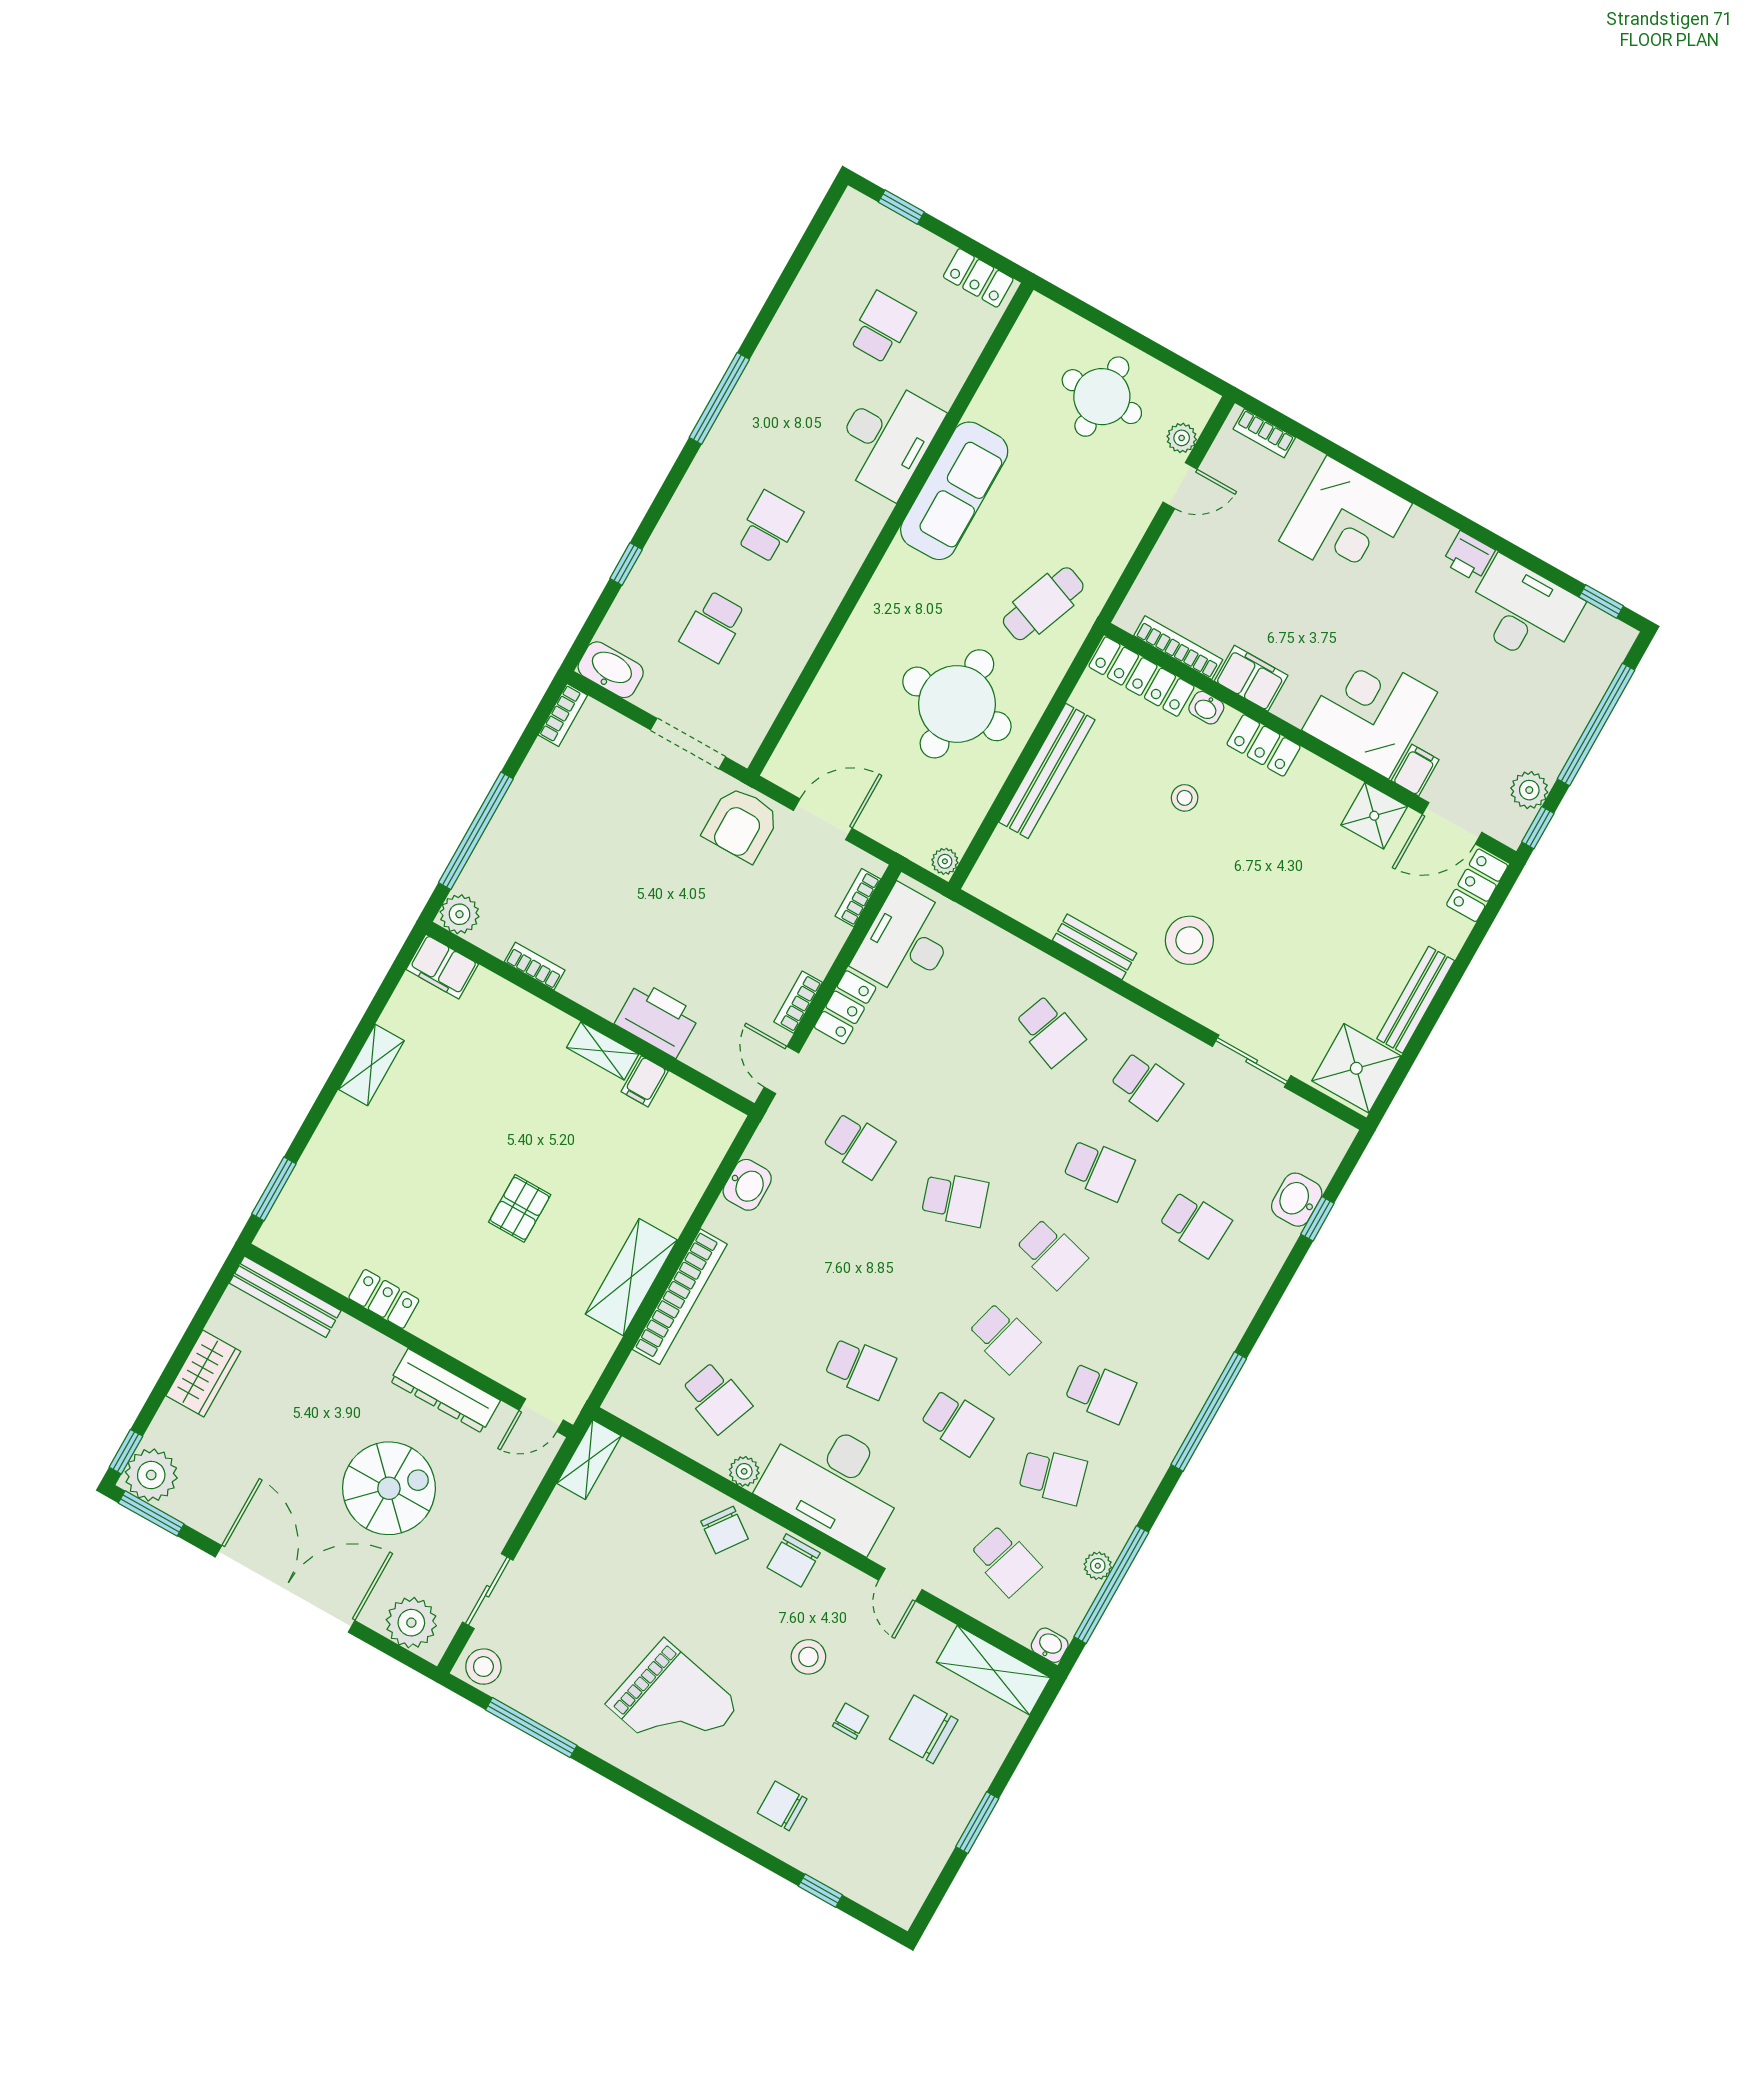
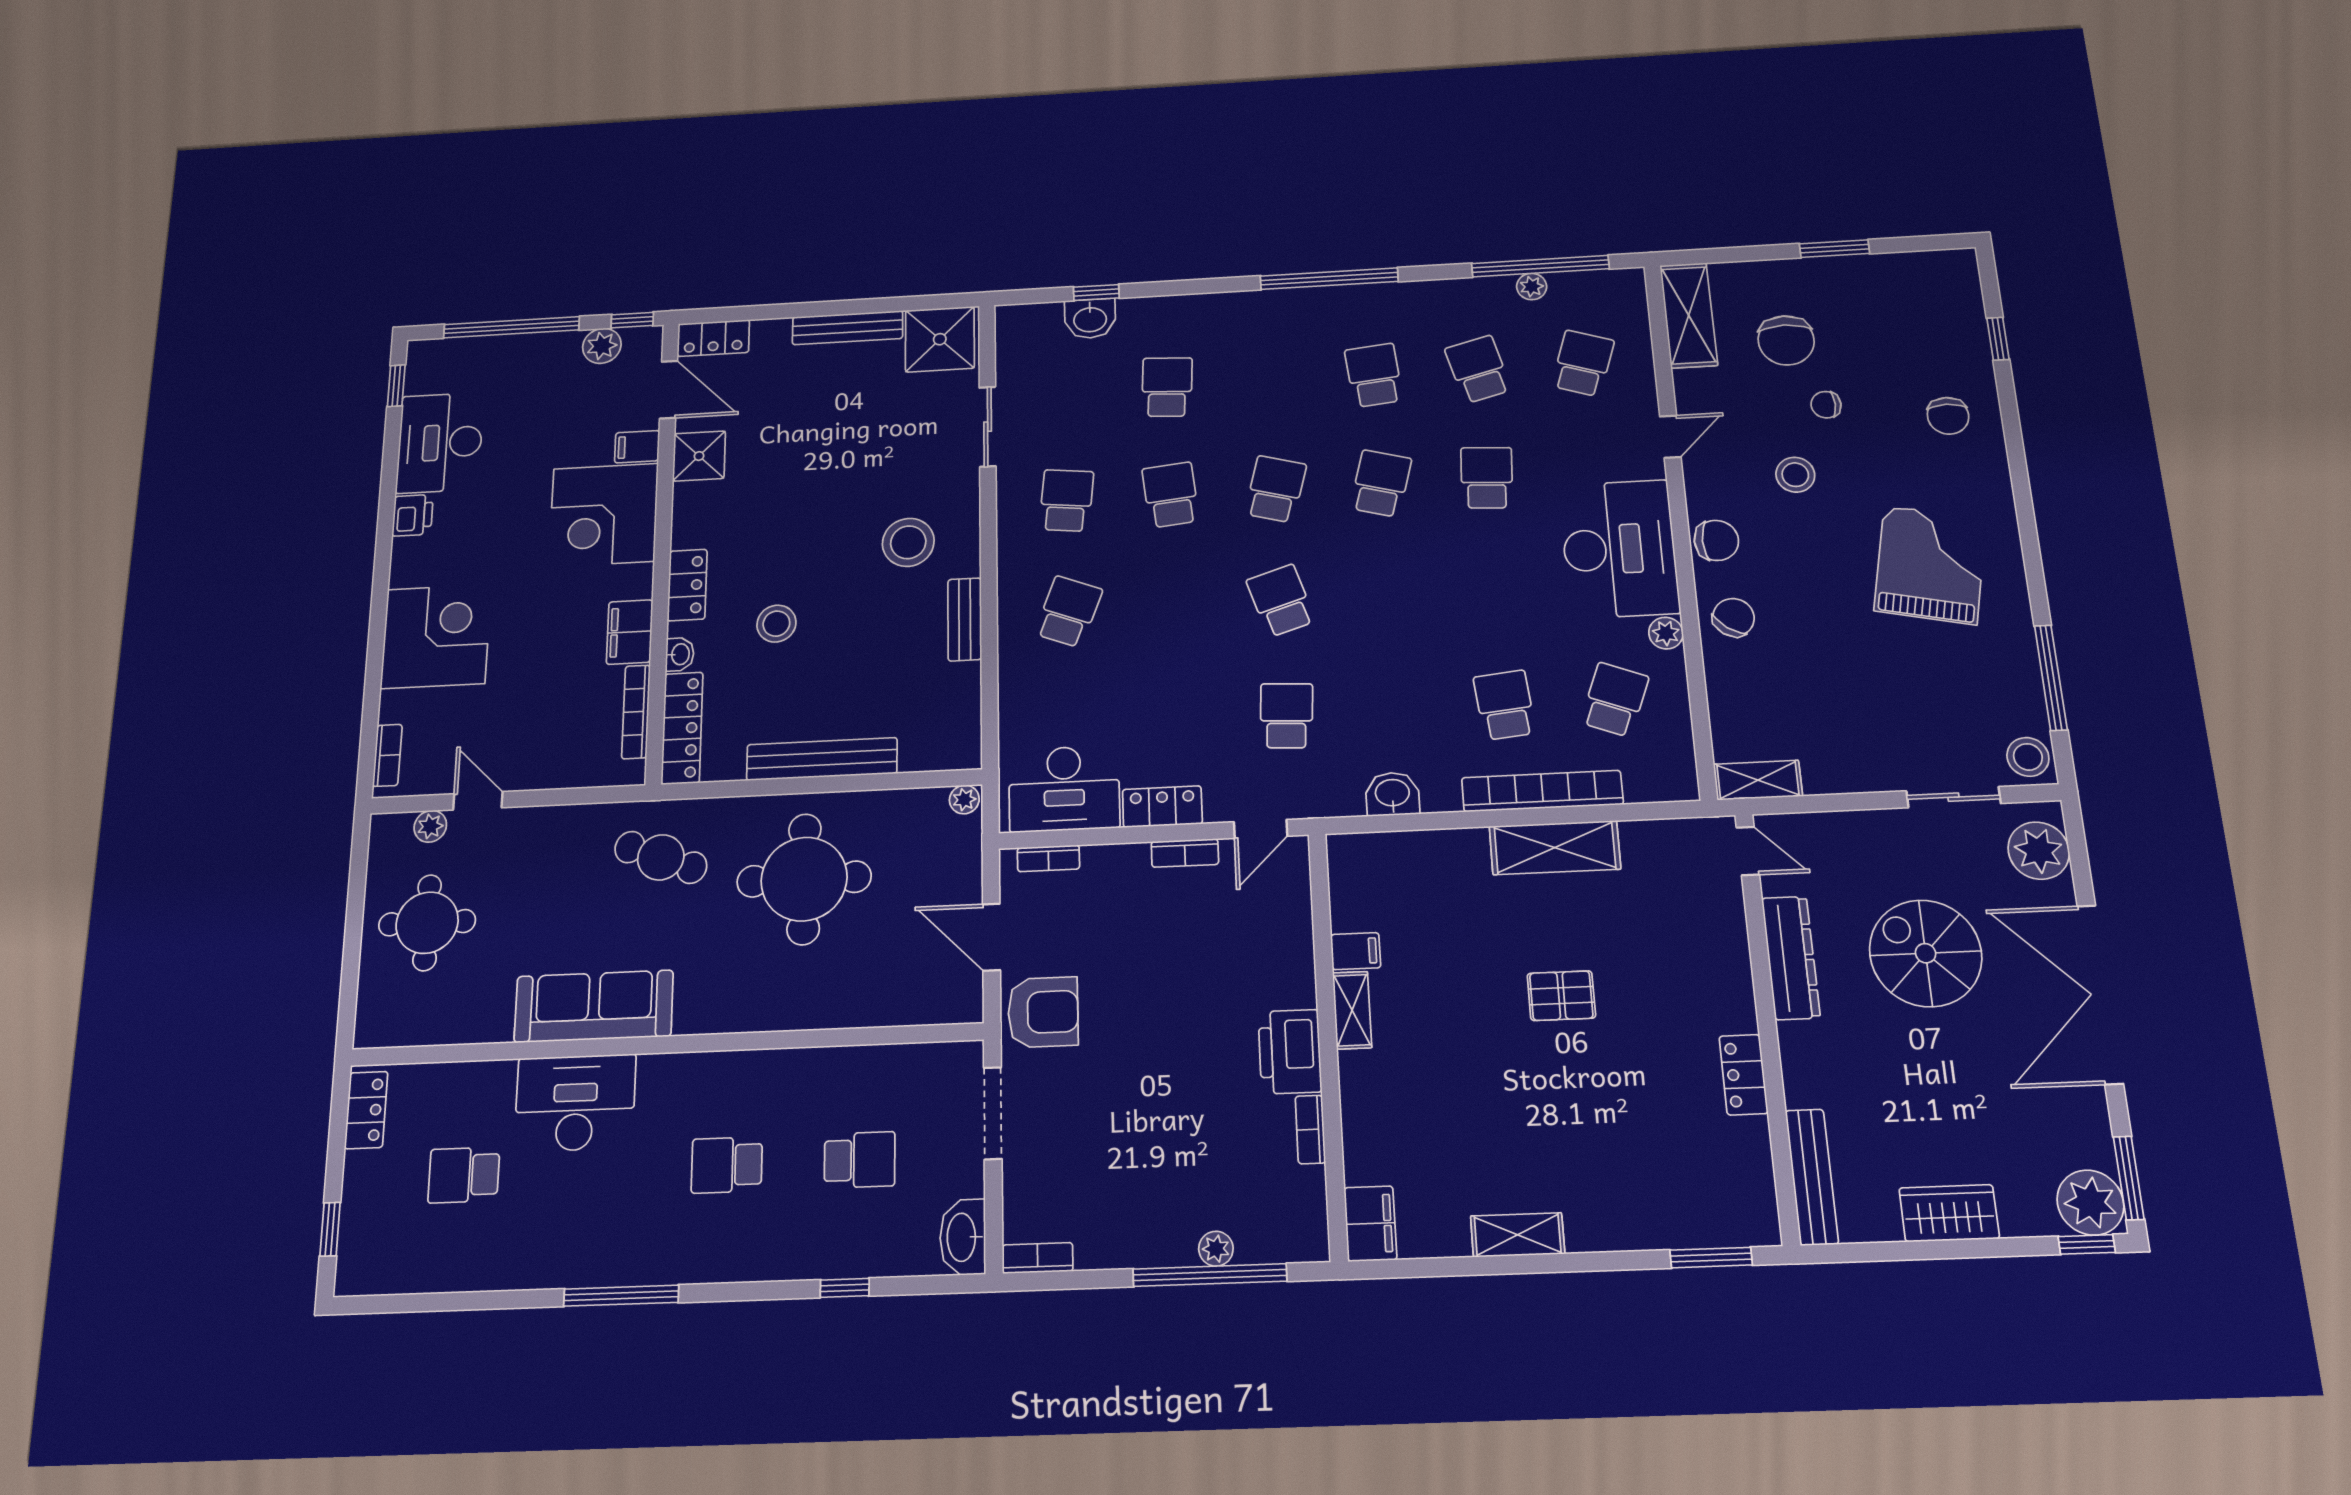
stool: (1185, 798) -> (776, 624), width x1.37, depth x1.37
plant: (460, 914) -> (1216, 1249), moved, width x0.73, depth x0.73
printer: (657, 1019) -> (1290, 1052), moved
school desk: (860, 1368) -> (1505, 705), moved
washbasin: (1050, 1645) -> (1632, 283), removed

